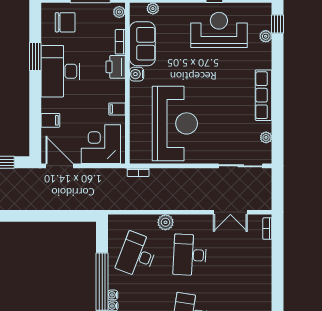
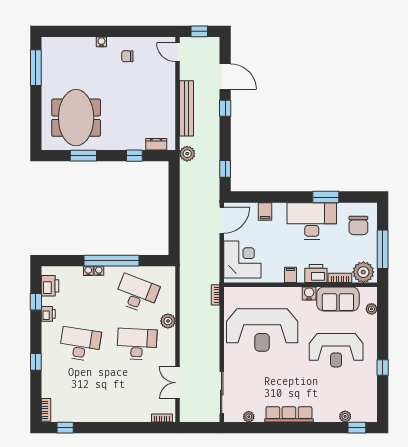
plant: (119, 12) -> (363, 272), width x1.88, depth x1.88
reception desk: (219, 30) -> (336, 350), moved, turned 90
filing cabinet: (117, 109) -> (291, 275), moved

